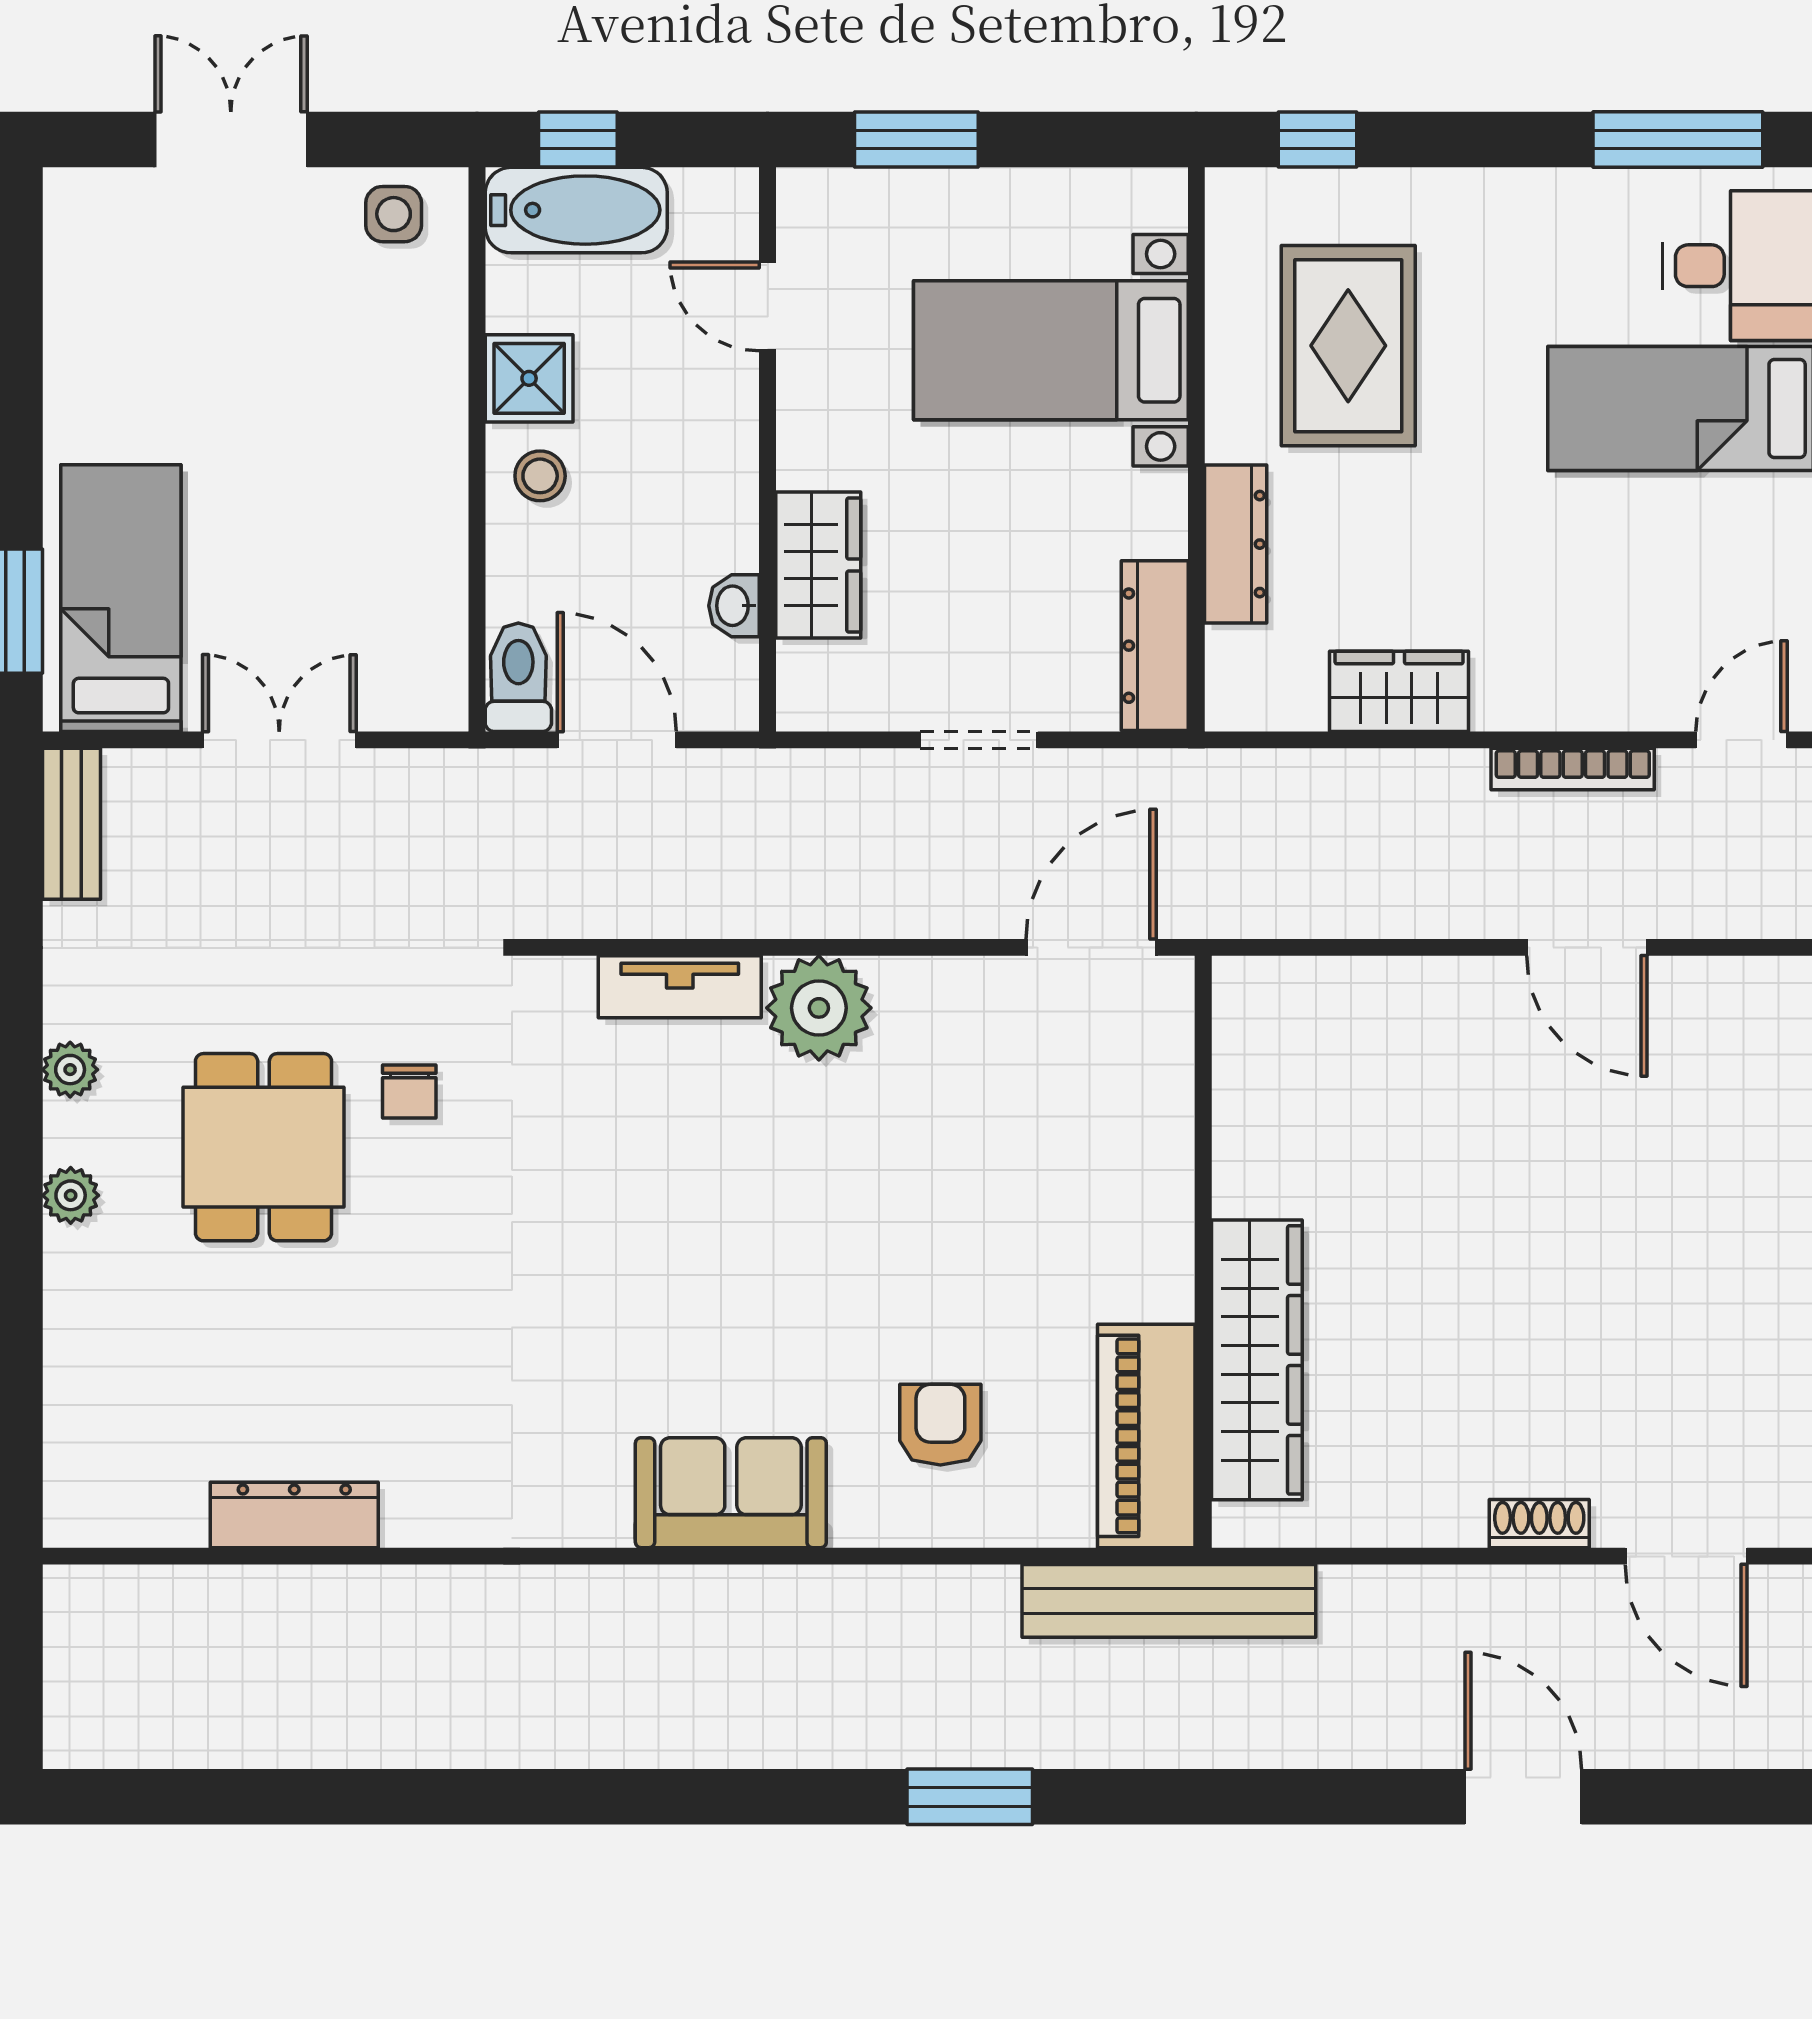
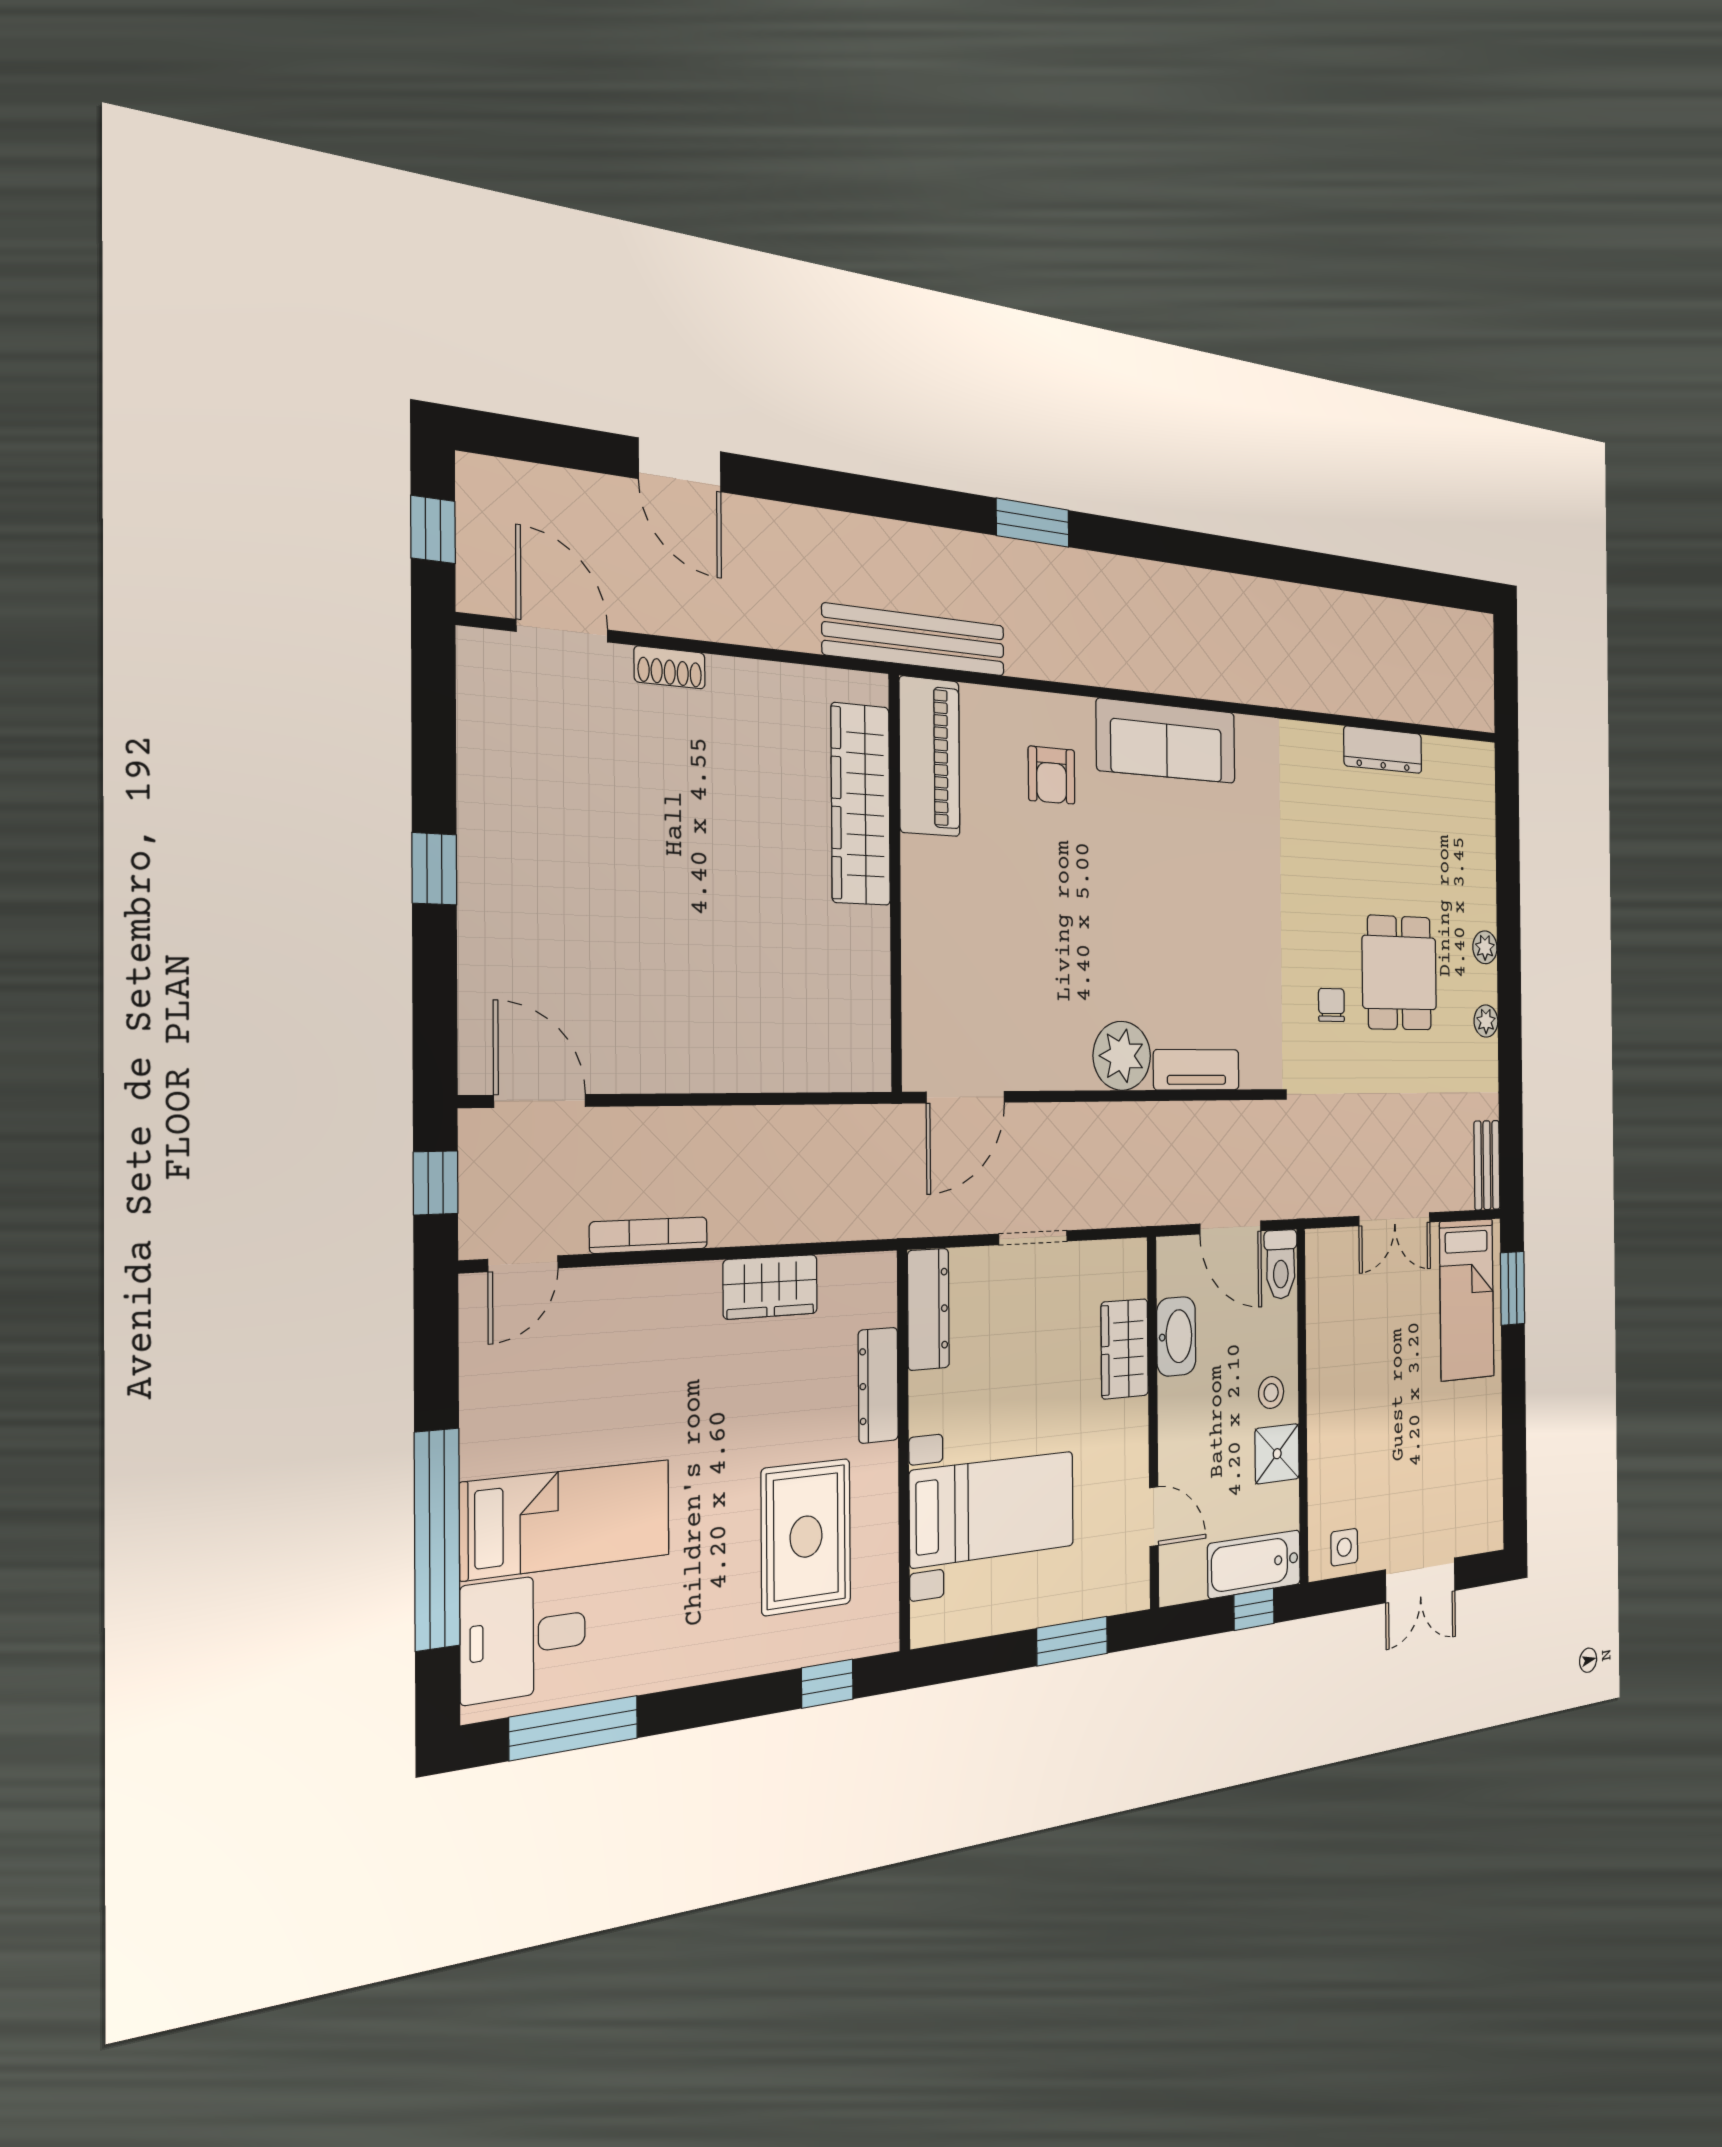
washbasin: (734, 606) -> (1176, 1336), width x1.91, depth x1.45
door: (1587, 947) -> (540, 1101), moved
sofa: (731, 1493) -> (1167, 741), width x1.36

